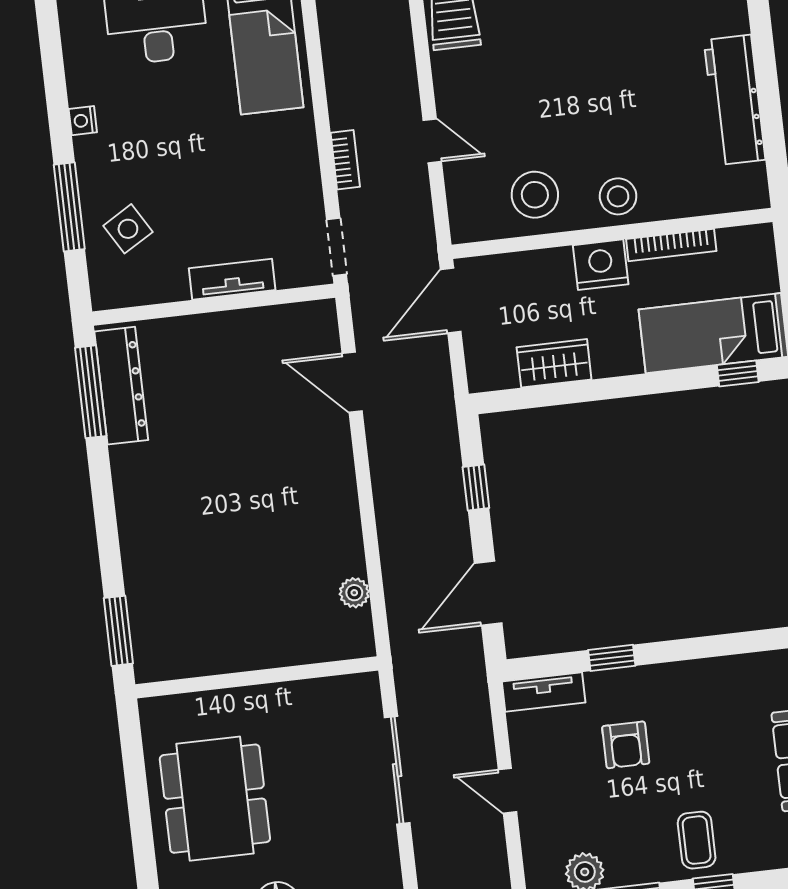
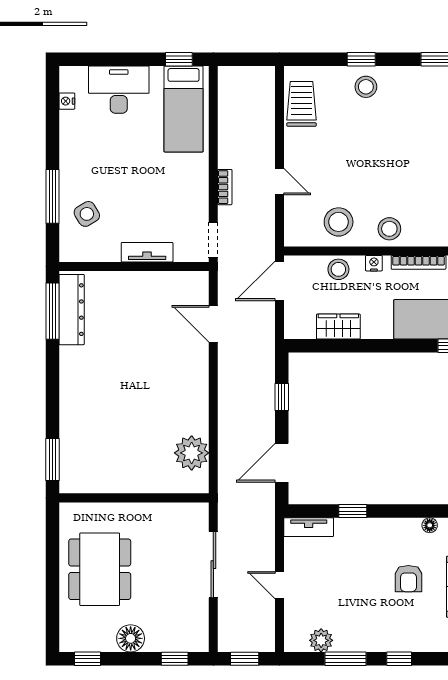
nightstand: (83, 121) -> (67, 101), moved
nightstand: (601, 265) -> (374, 263), width x0.53, depth x0.56
stool: (544, 271) -> (338, 269), added
plant: (354, 593) -> (192, 453), width x1.88, depth x1.88
floor lamp: (738, 666) -> (430, 525), added
armchair: (626, 745) -> (408, 579), moved
coffee table: (697, 840) -> (392, 629), removed

